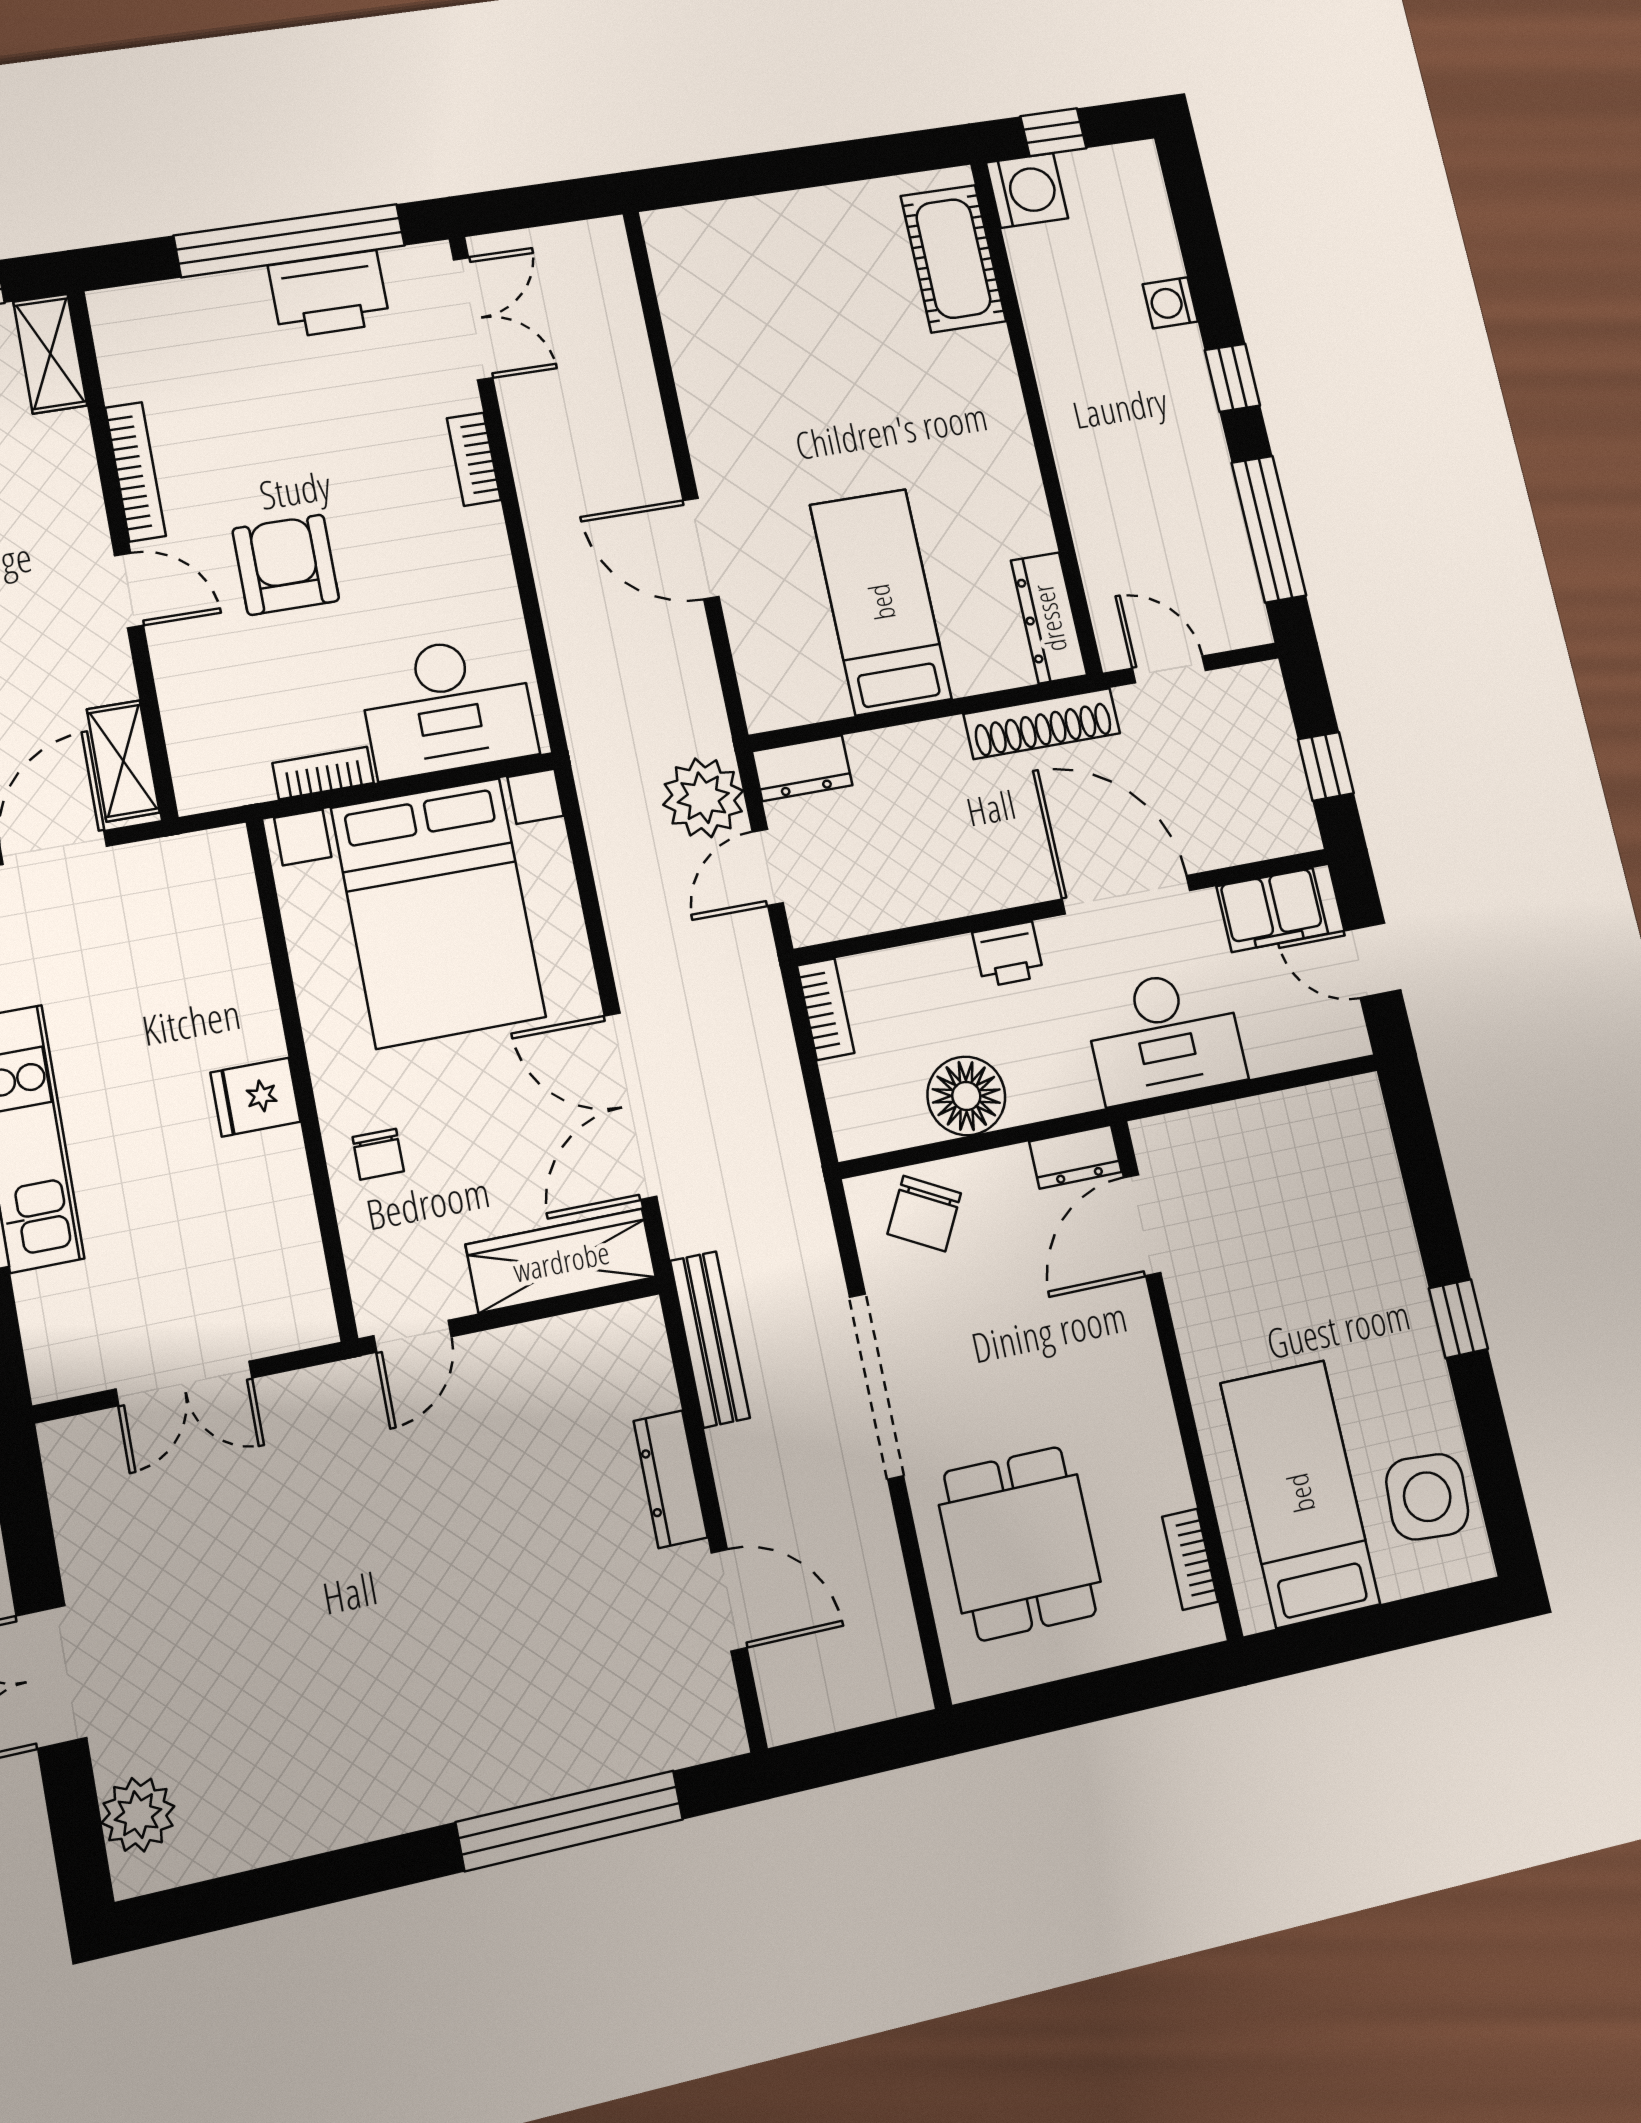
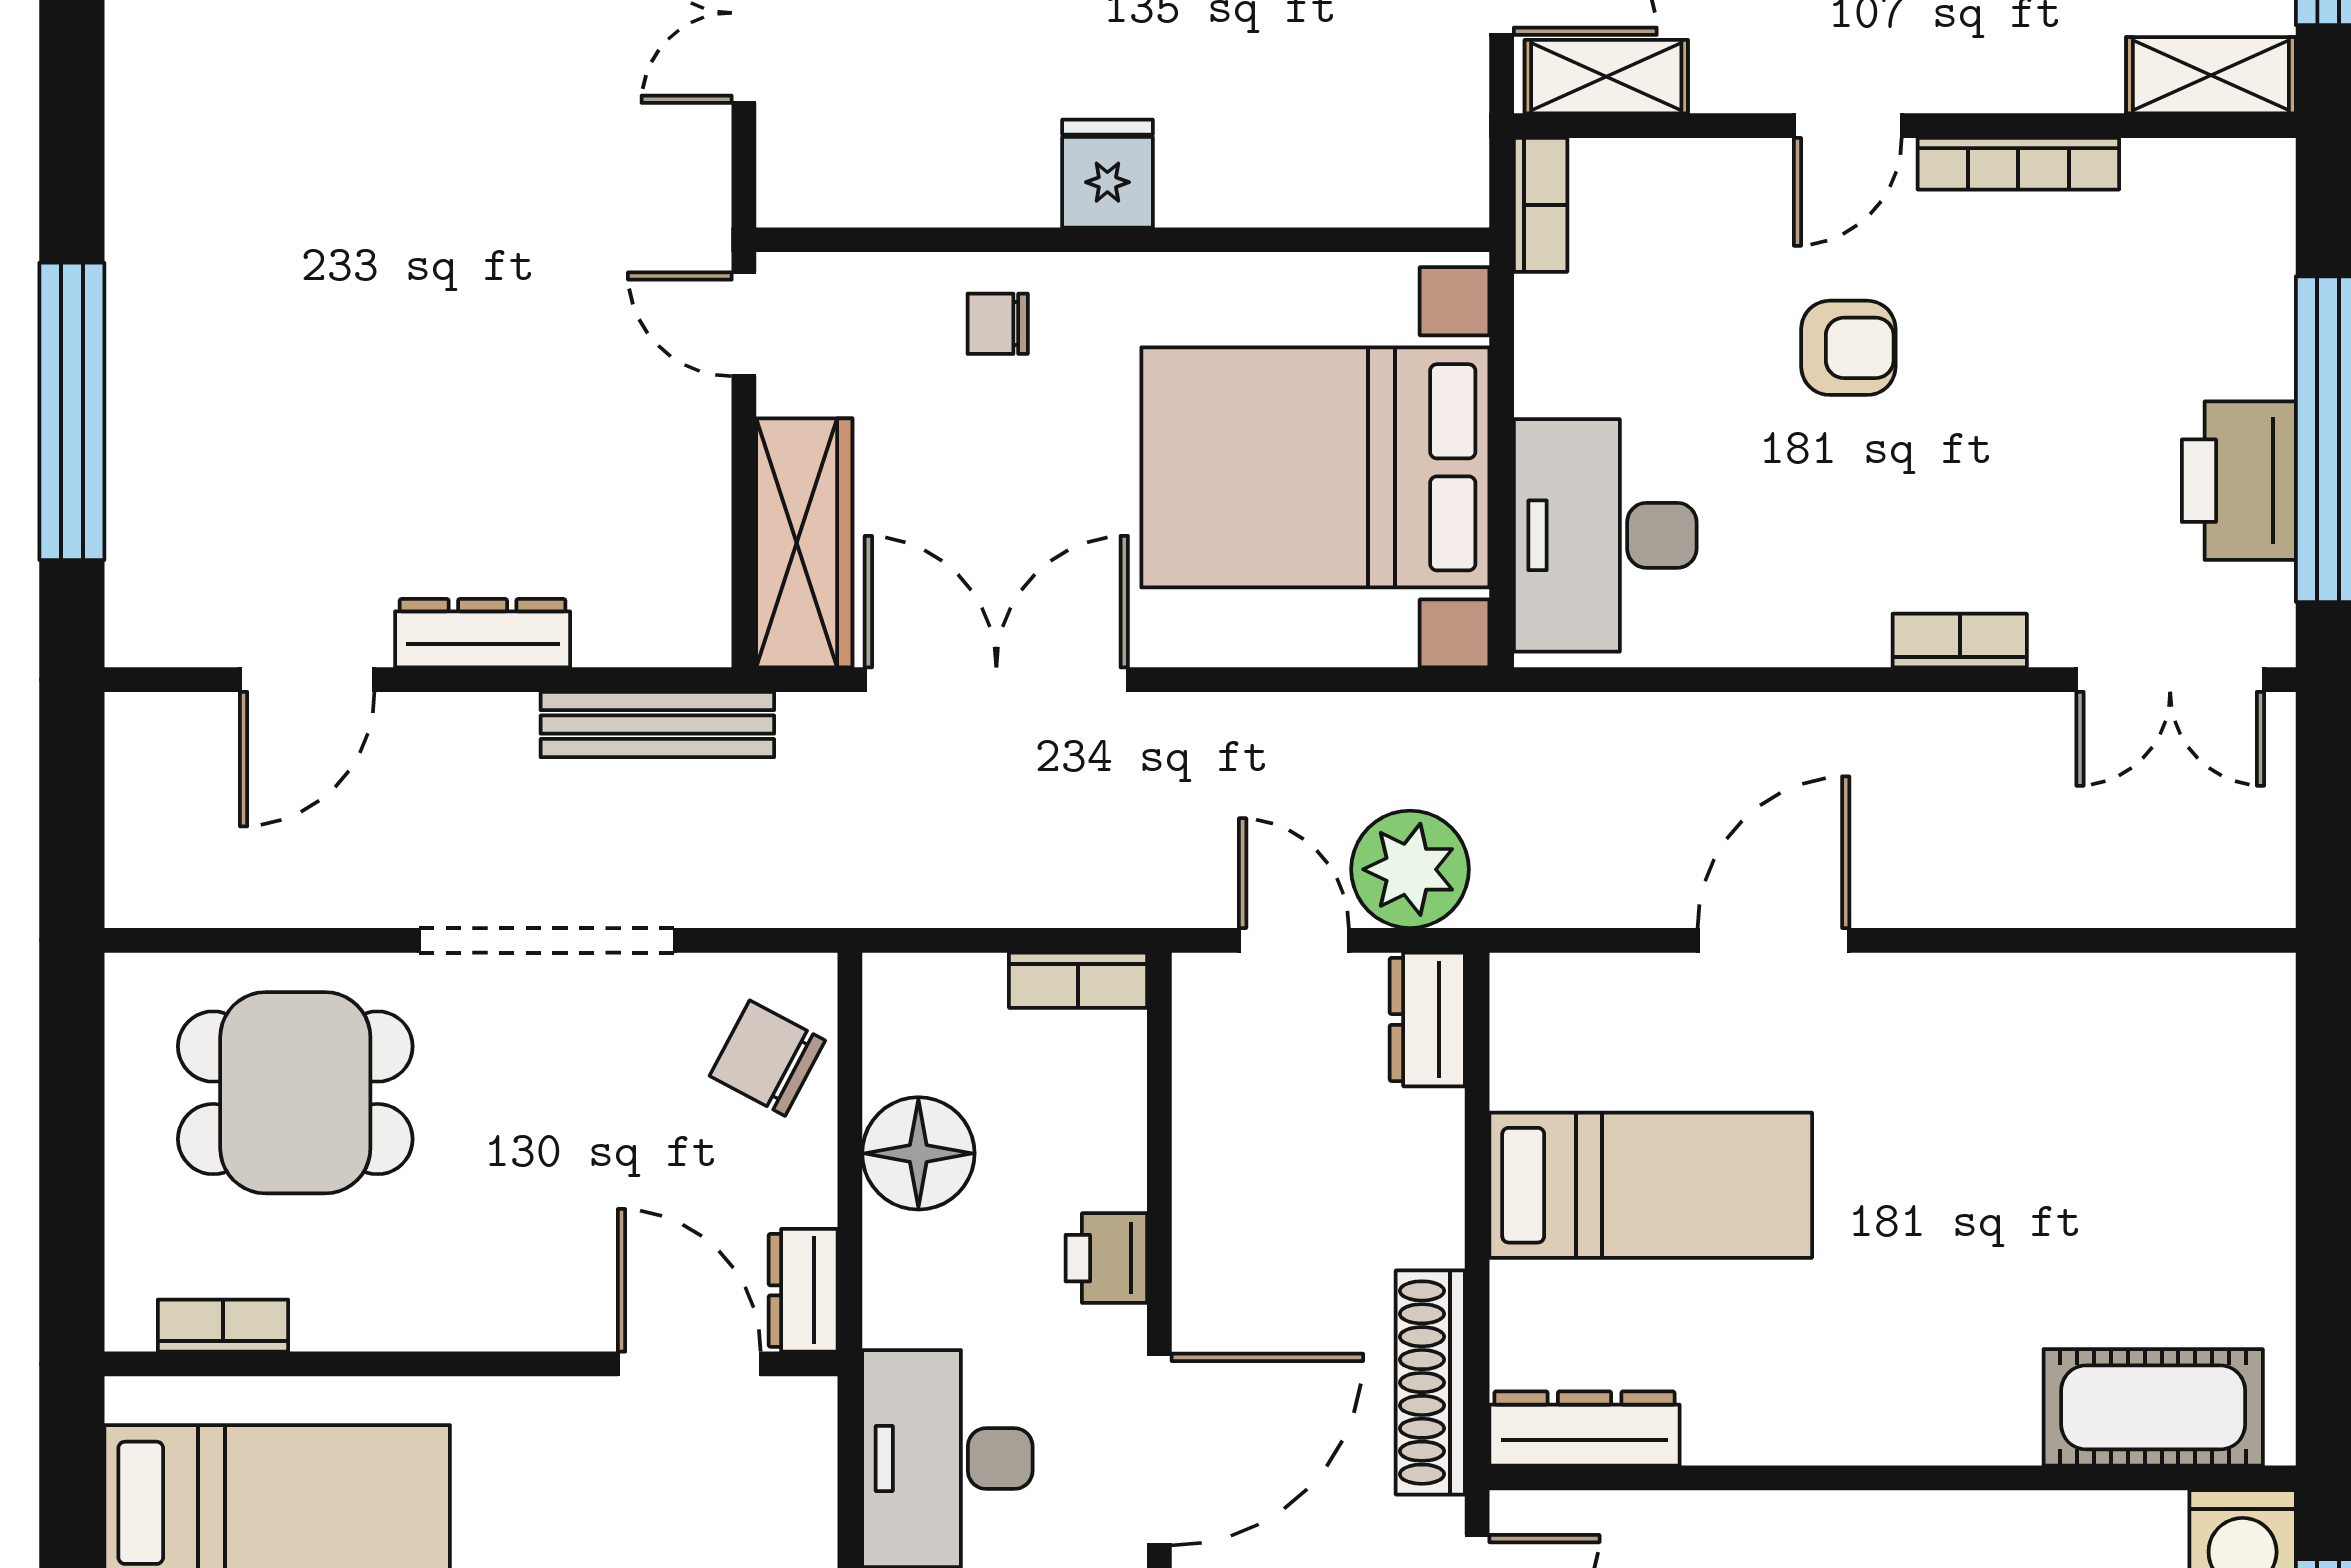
armchair: (286, 565) -> (1848, 348), width x0.72, depth x0.72
bookcase: (323, 773) -> (1541, 205), moved

